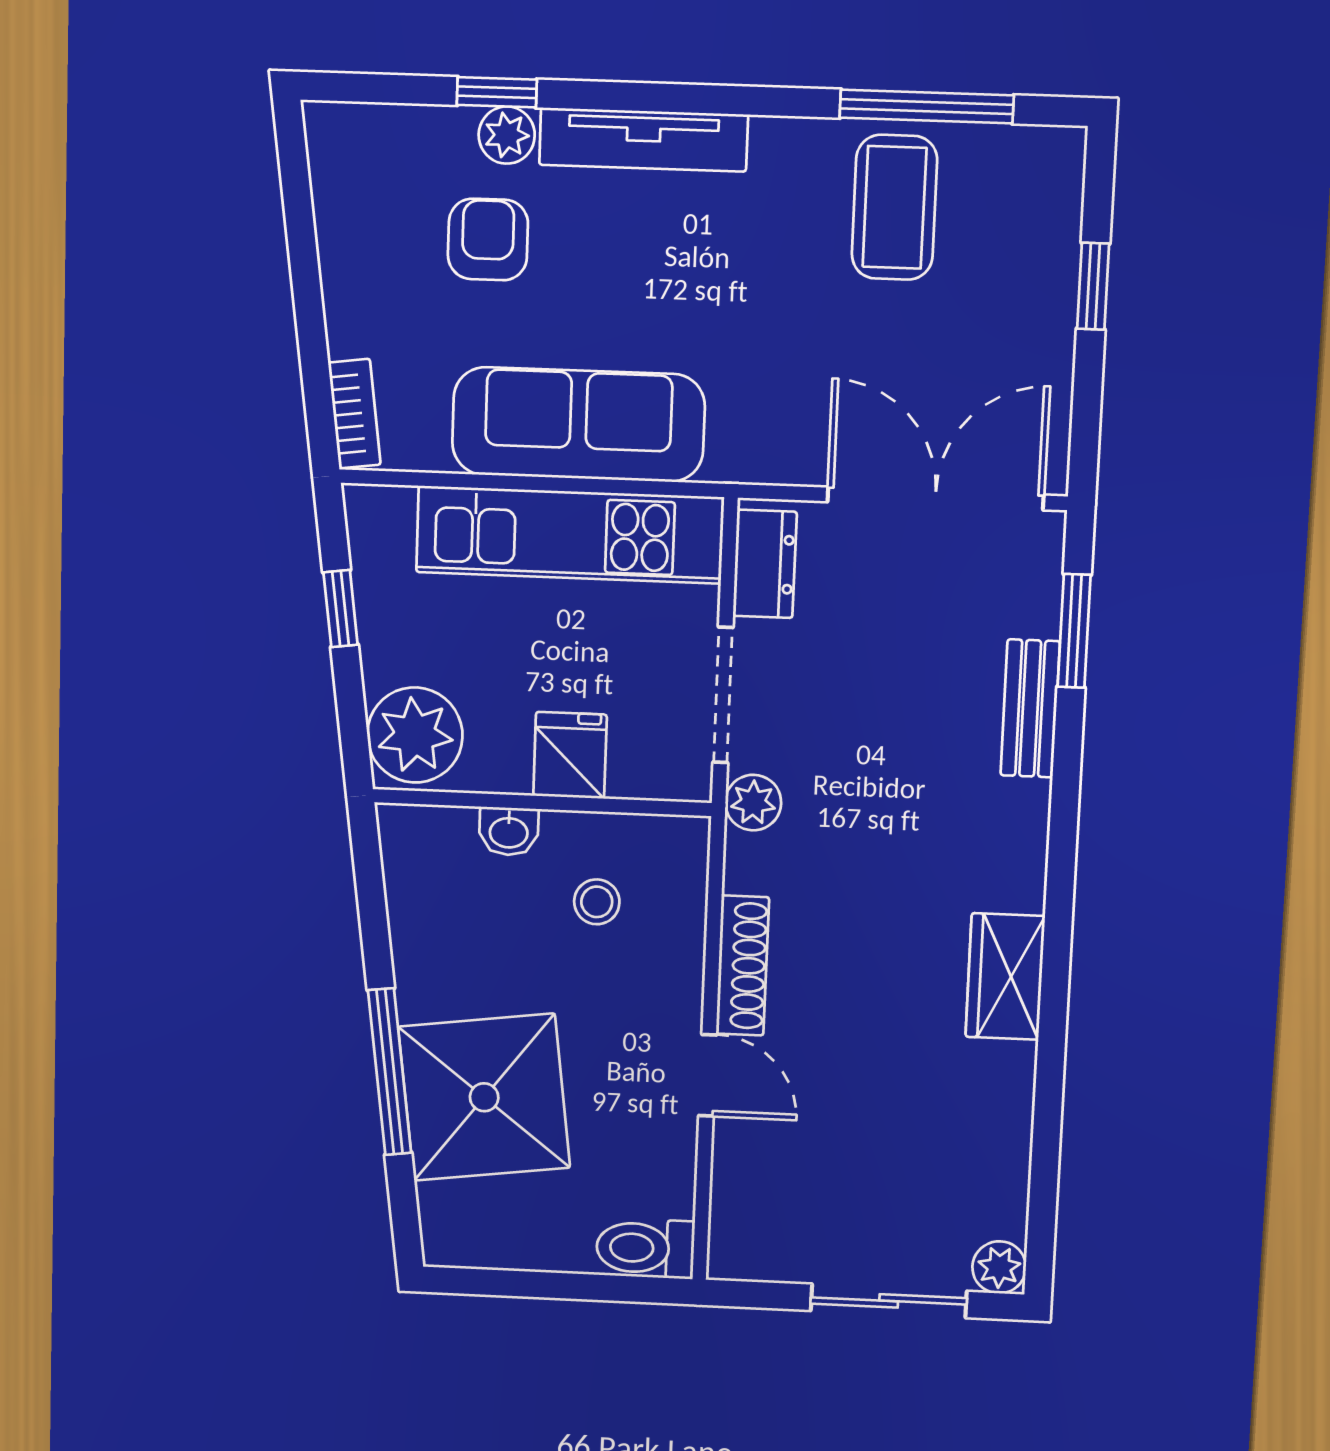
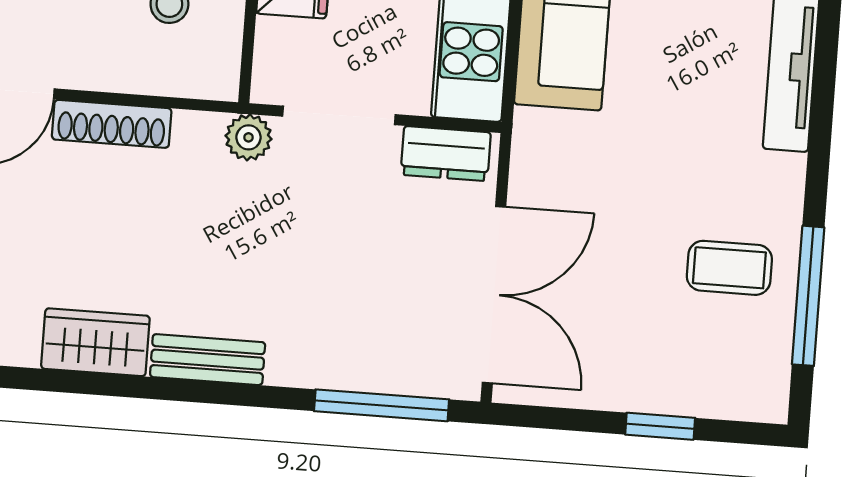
coffee table: (894, 207) -> (729, 268), width x0.73, depth x0.77
window: (1074, 631) -> (382, 405), width x1.44
bench: (1030, 708) -> (208, 360), moved

